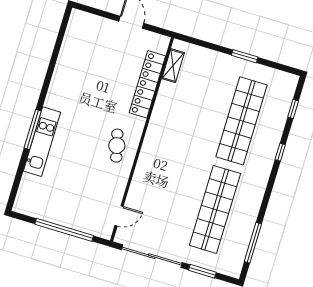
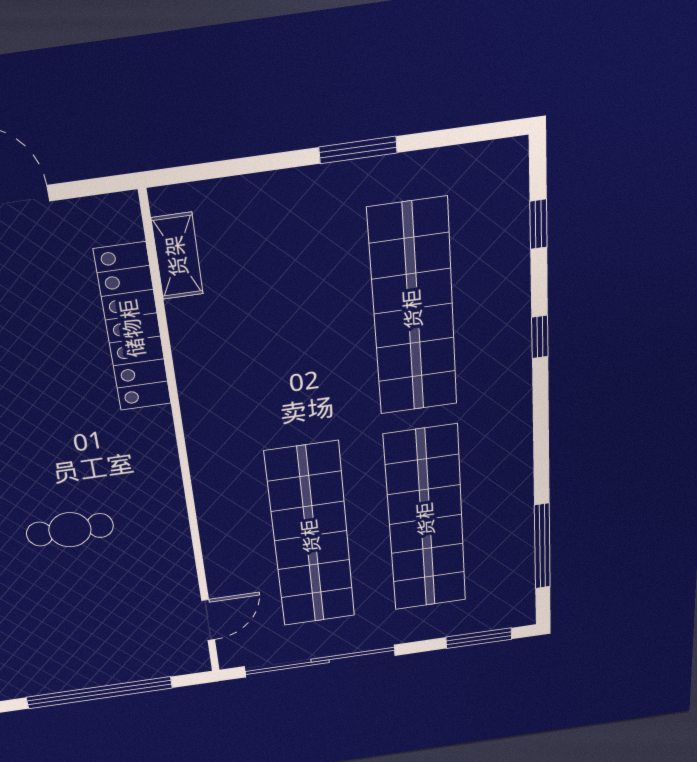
cafe table: (117, 146) -> (70, 530), moved, turned -76
shop shelf: (171, 196) -> (311, 536), added
window: (202, 271) -> (479, 638), moved

